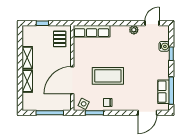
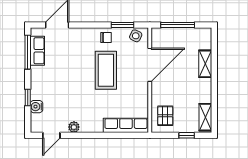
shelving: (27, 58) -> (205, 117), moved
coffee table: (108, 76) -> (106, 70), turned 90

